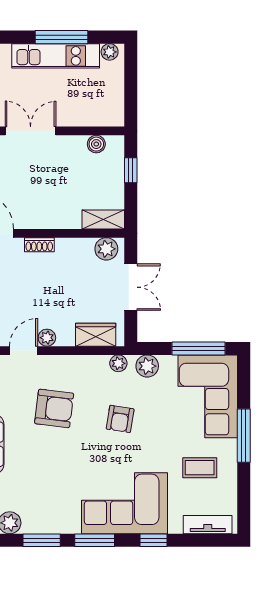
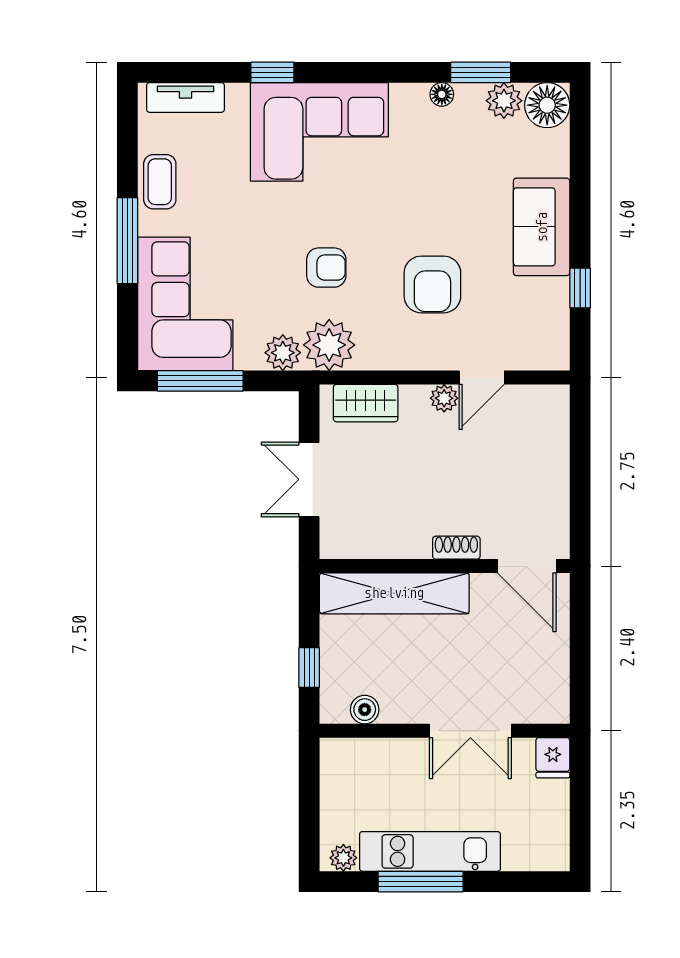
shelving: (103, 220) -> (394, 593), width x2.20, depth x1.33
plant: (106, 249) -> (348, 541), removed
plant: (118, 363) -> (329, 345), width x1.87, depth x1.87
armchair: (54, 408) -> (432, 284), turned -97
armchair: (120, 419) -> (326, 268), turned 81
coffee table: (200, 468) -> (160, 182), moved, turned 90
floor lamp: (48, 527) -> (442, 94), added
window: (42, 540) -> (481, 72), moved
window: (95, 540) -> (367, 72), removed

